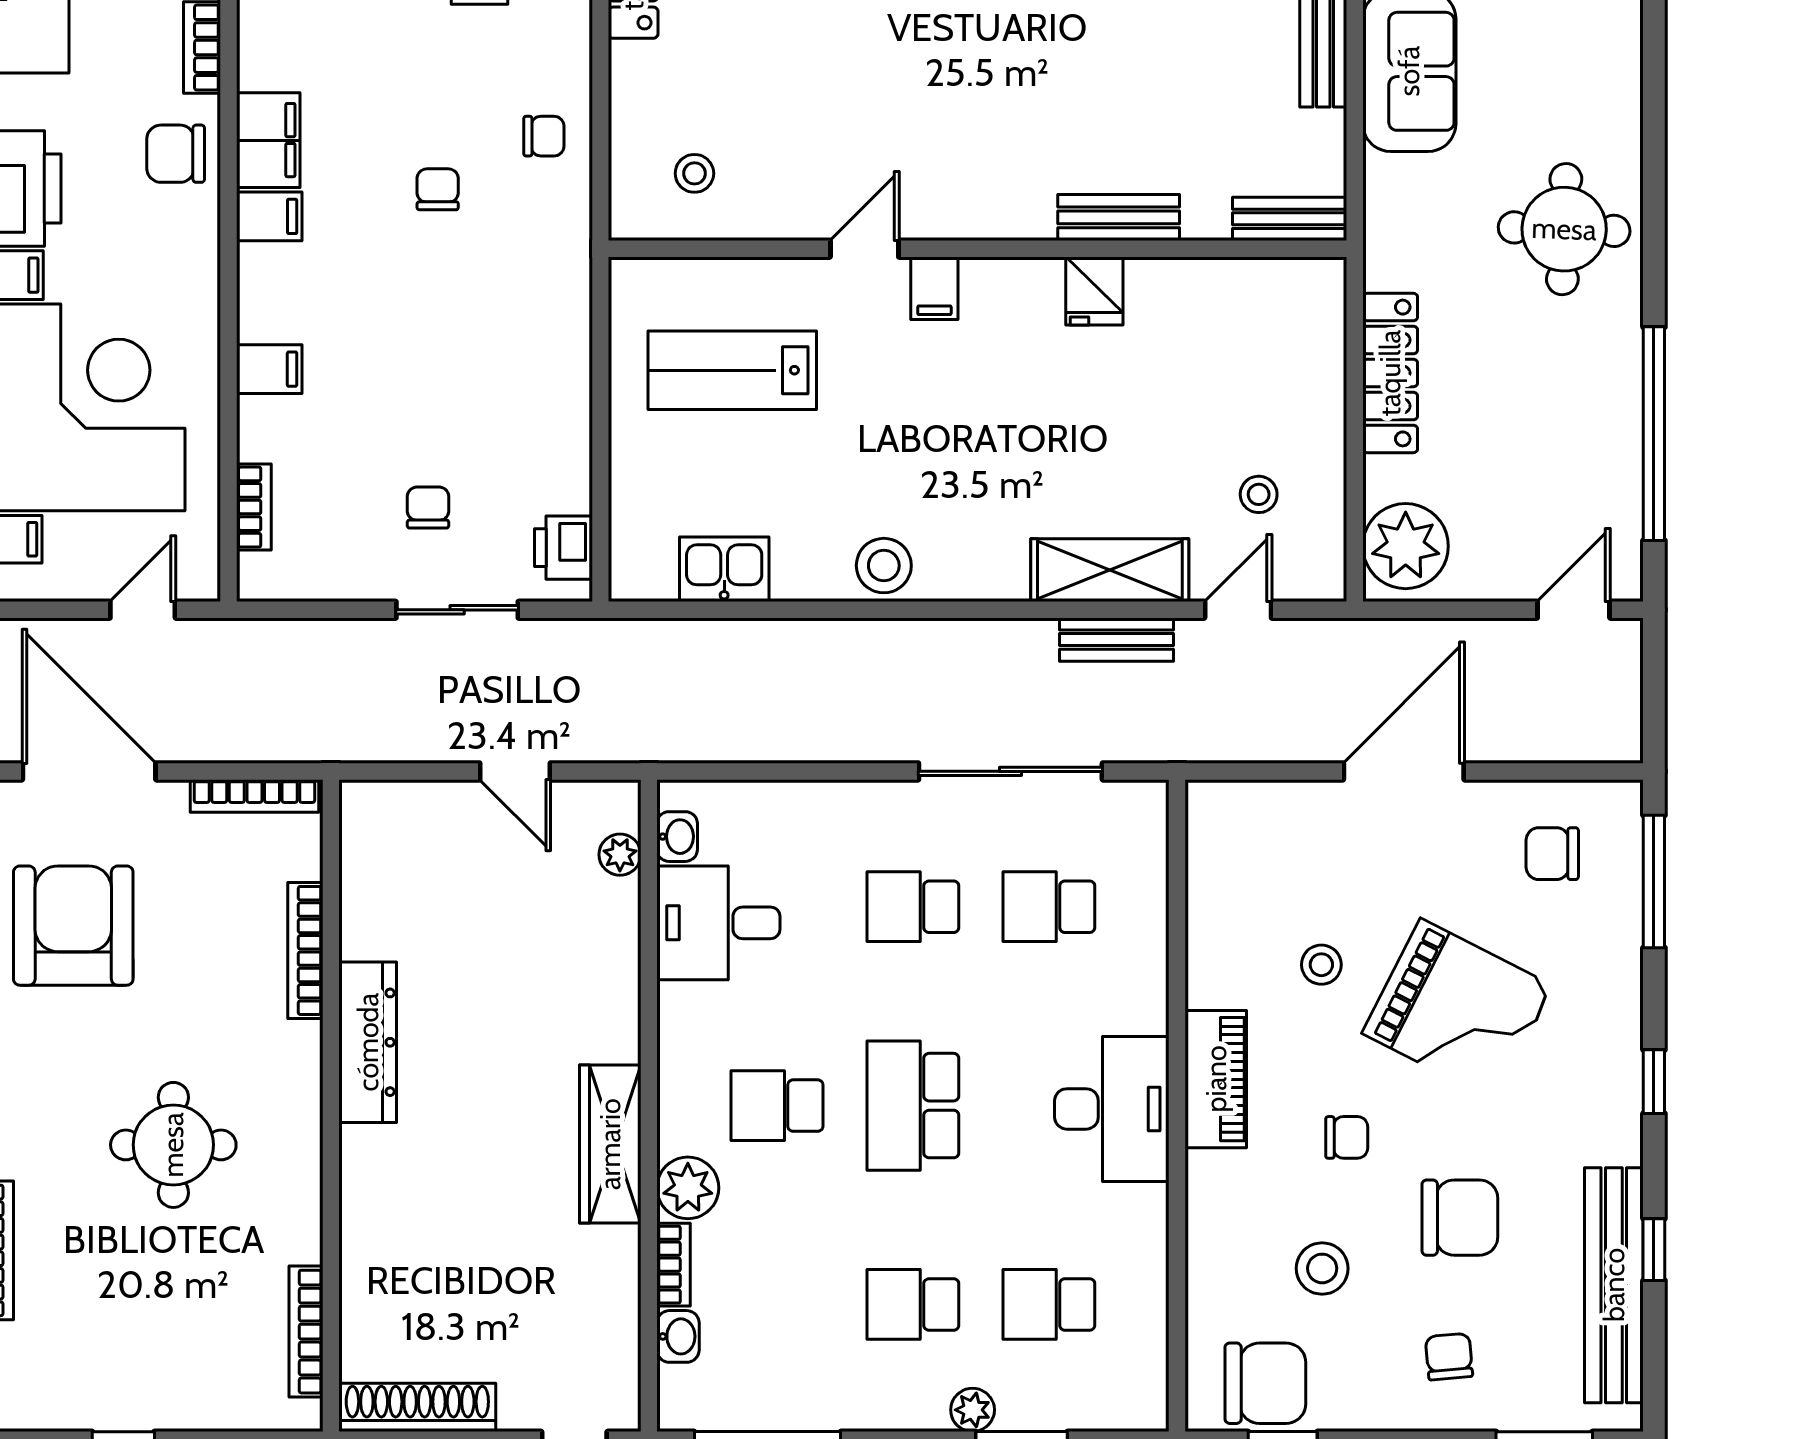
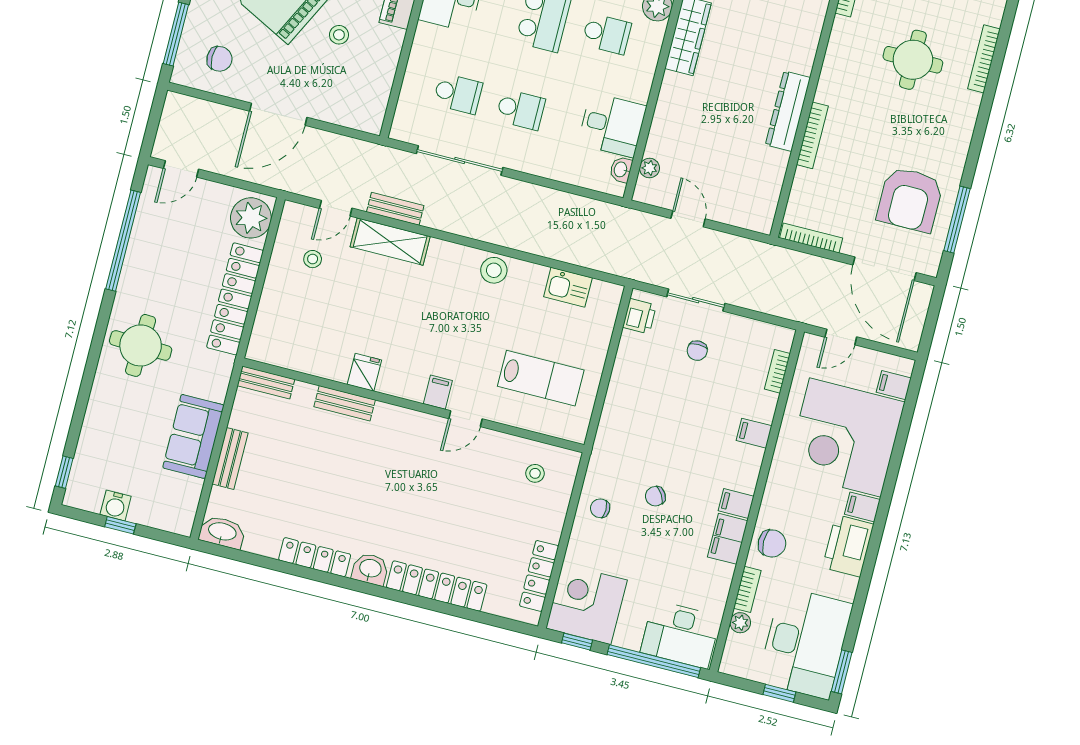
chair: (438, 189) -> (655, 496), turned 58
locker: (1390, 373) -> (235, 299), width x1.41, depth x1.21
bookcase: (305, 950) -> (812, 135), moved
round table: (173, 1145) -> (913, 60), moved

